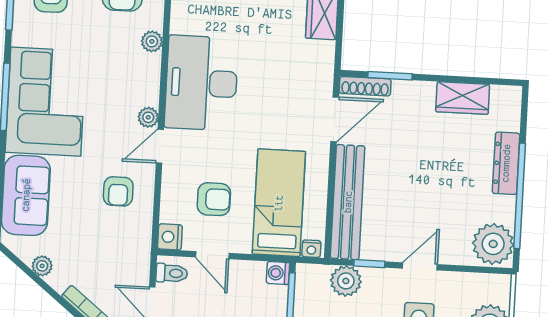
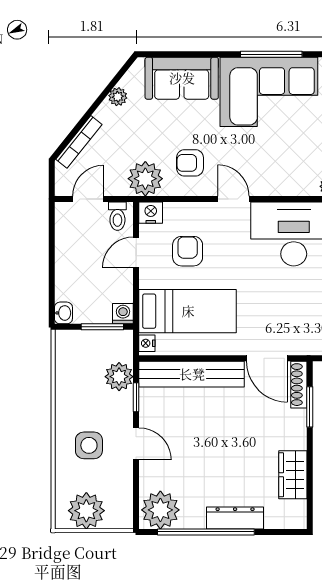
plant: (148, 117) -> (145, 179), moved, width x1.88, depth x1.88
armchair: (214, 199) -> (188, 251), turned 180

